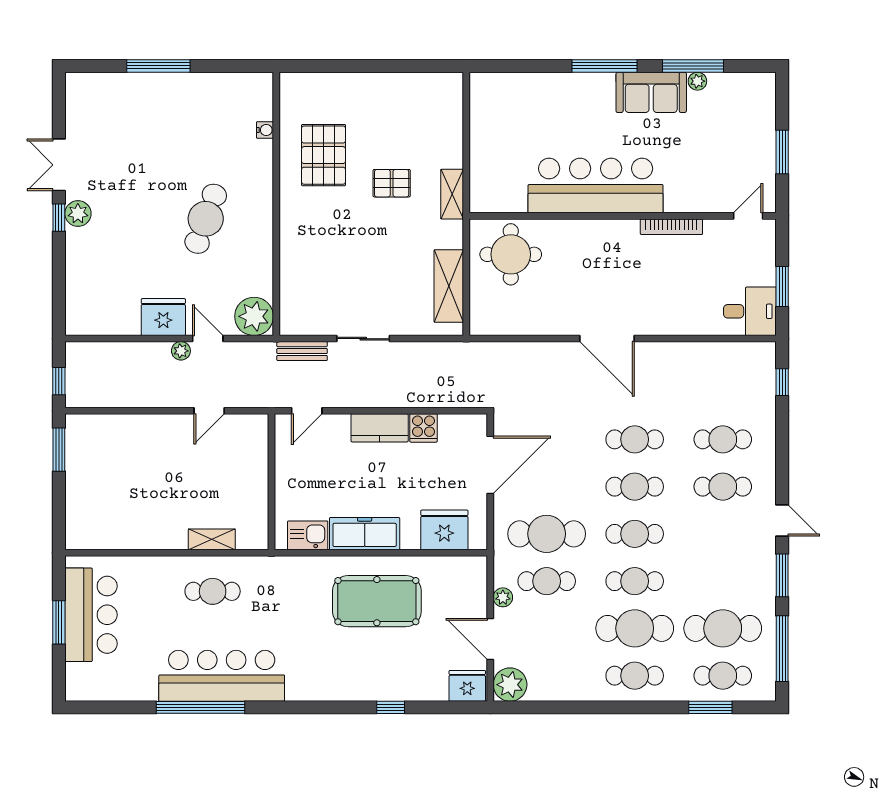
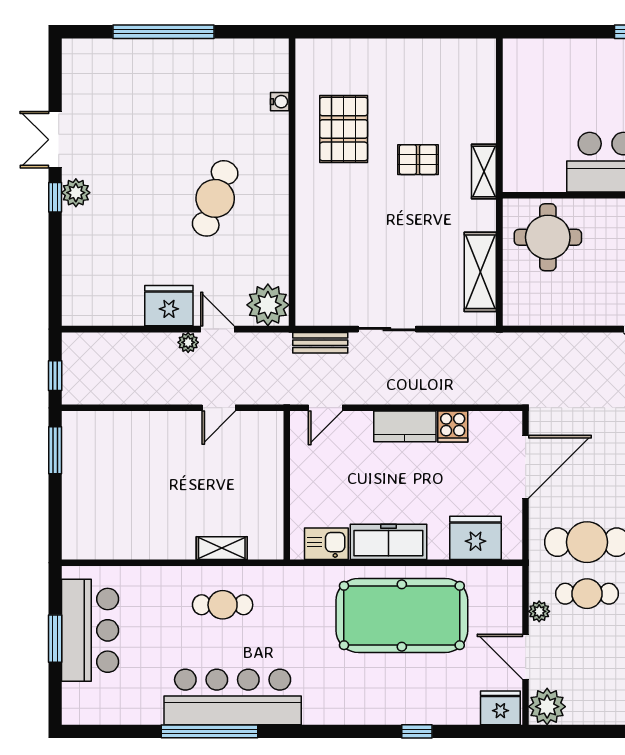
window: (158, 66) -> (163, 32), width x1.46
pool table: (377, 601) -> (402, 615), width x1.36, depth x1.32

